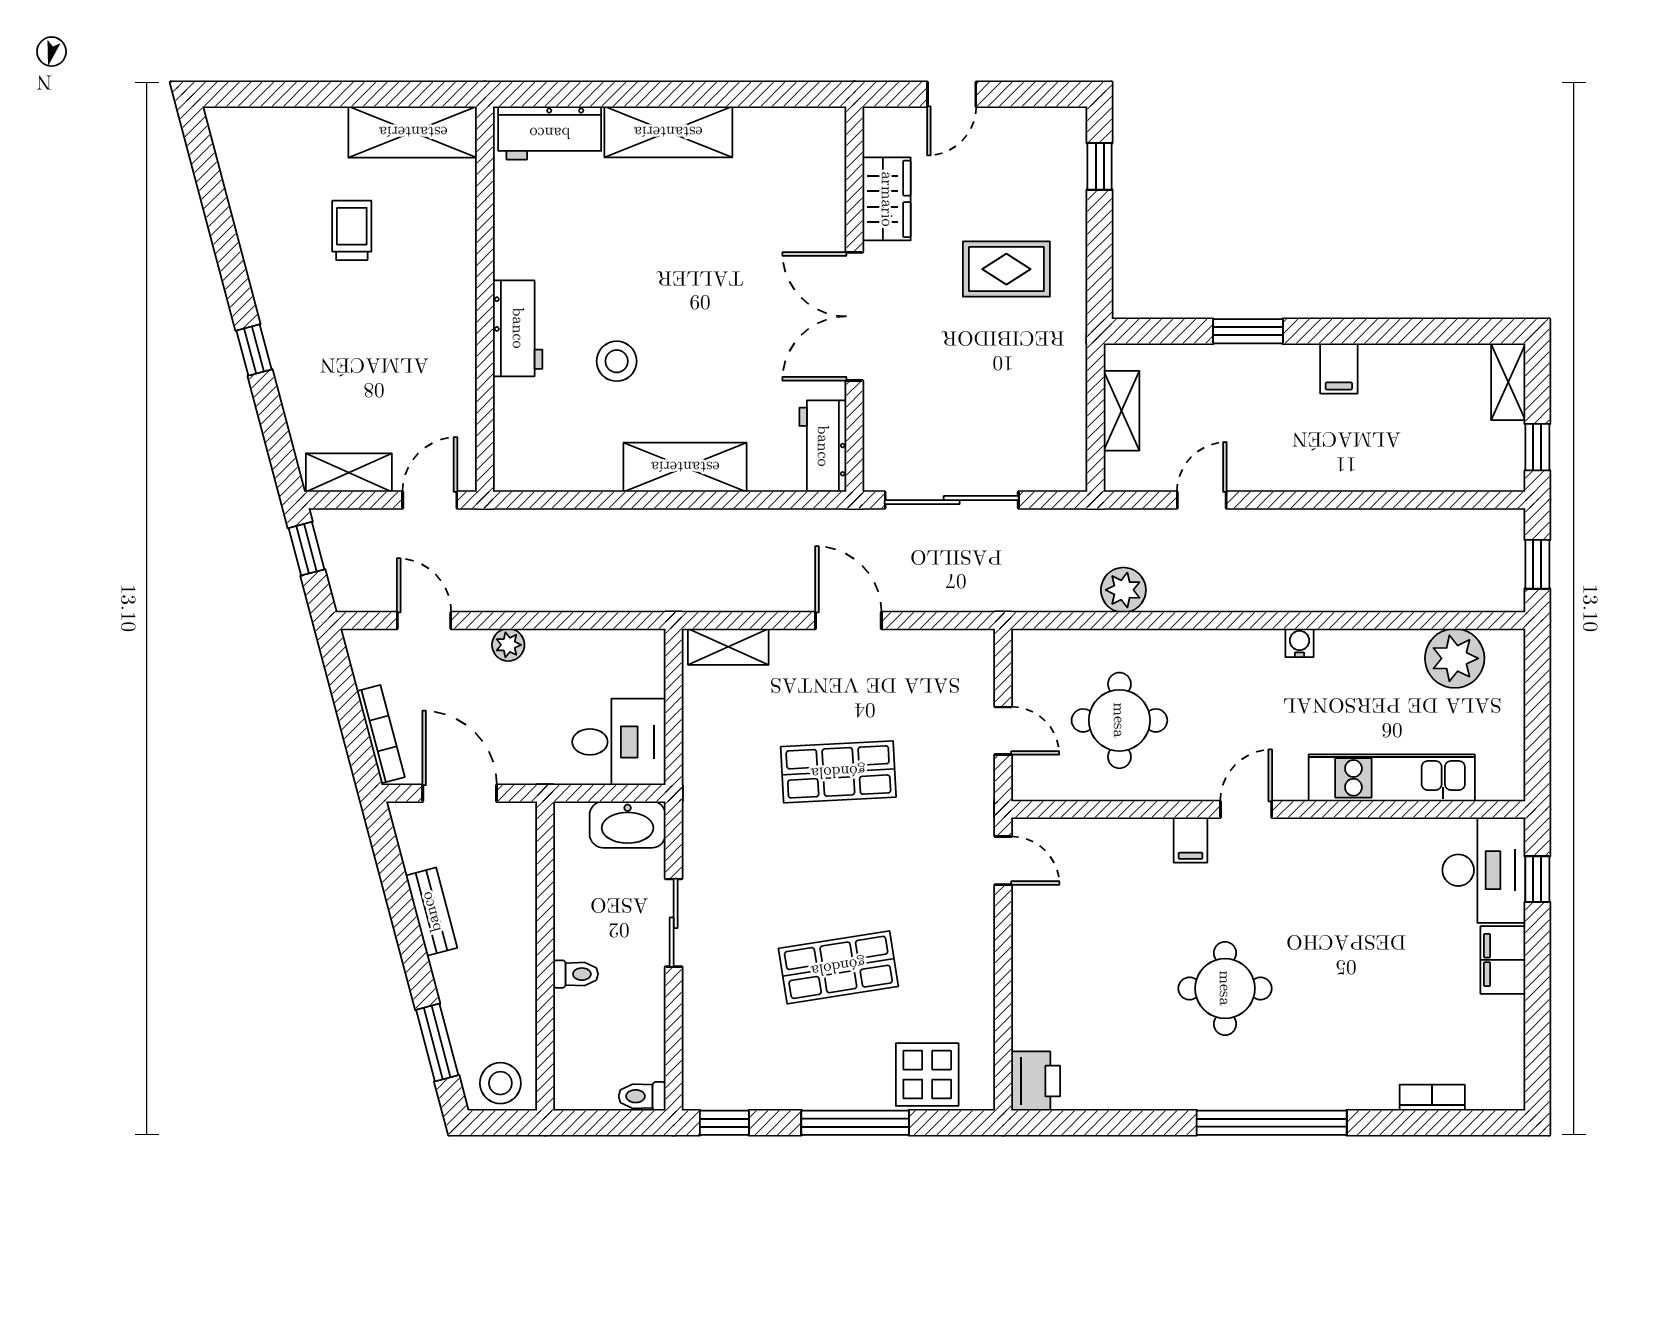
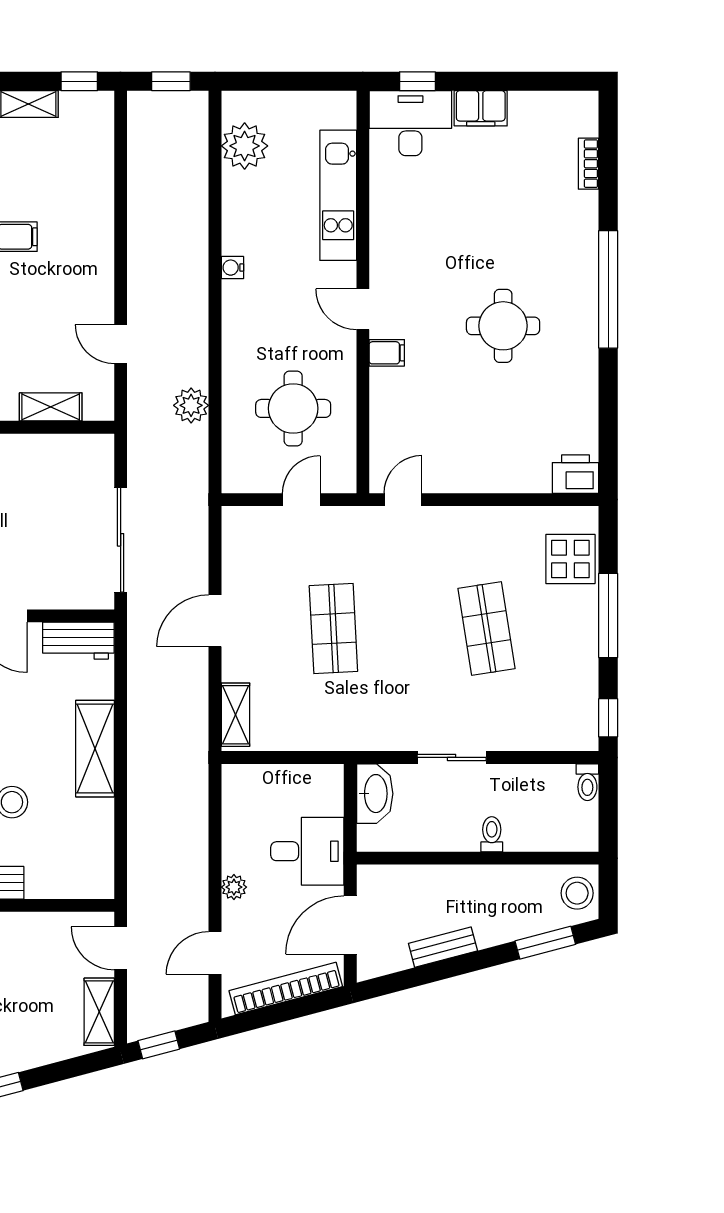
bookcase: (381, 734) -> (286, 989), width x1.48, depth x1.31
desk: (619, 742) -> (307, 851), moved, turned 90

